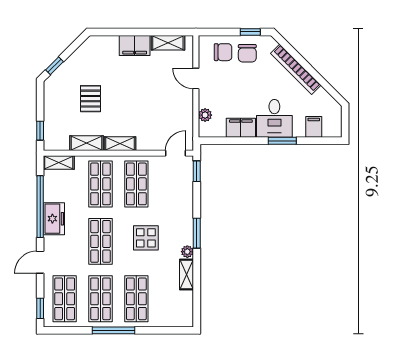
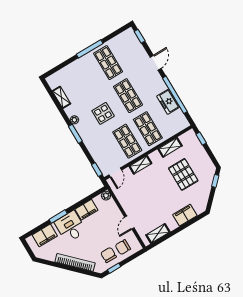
filing cabinet: (135, 45) -> (185, 215), moved
door: (196, 78) -> (129, 223), swing flipped
pallet: (90, 99) -> (183, 174), width x1.50, depth x1.42
plant: (205, 115) -> (106, 196), moved
filing cabinet: (314, 127) -> (45, 235), width x2.00
shelving: (120, 144) -> (140, 165), moved
shelving: (59, 163) -> (179, 127), removed
freezer: (54, 219) -> (168, 102), moved
shelving: (187, 274) -> (61, 97), moved
shop shelf: (65, 299) -> (129, 50), removed
shop shelf: (136, 299) -> (87, 75), removed

